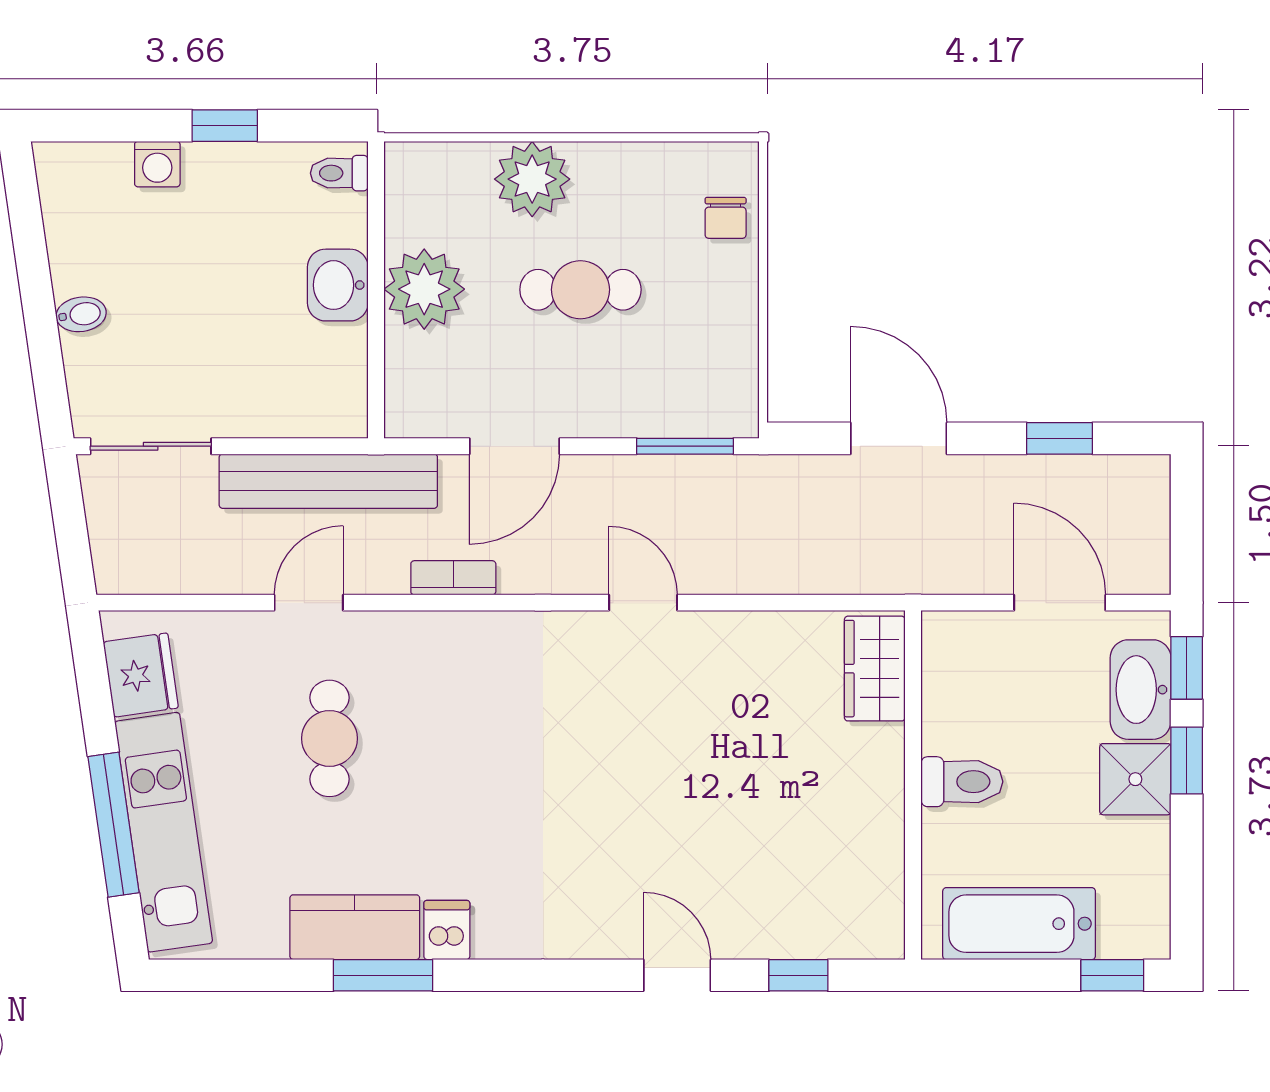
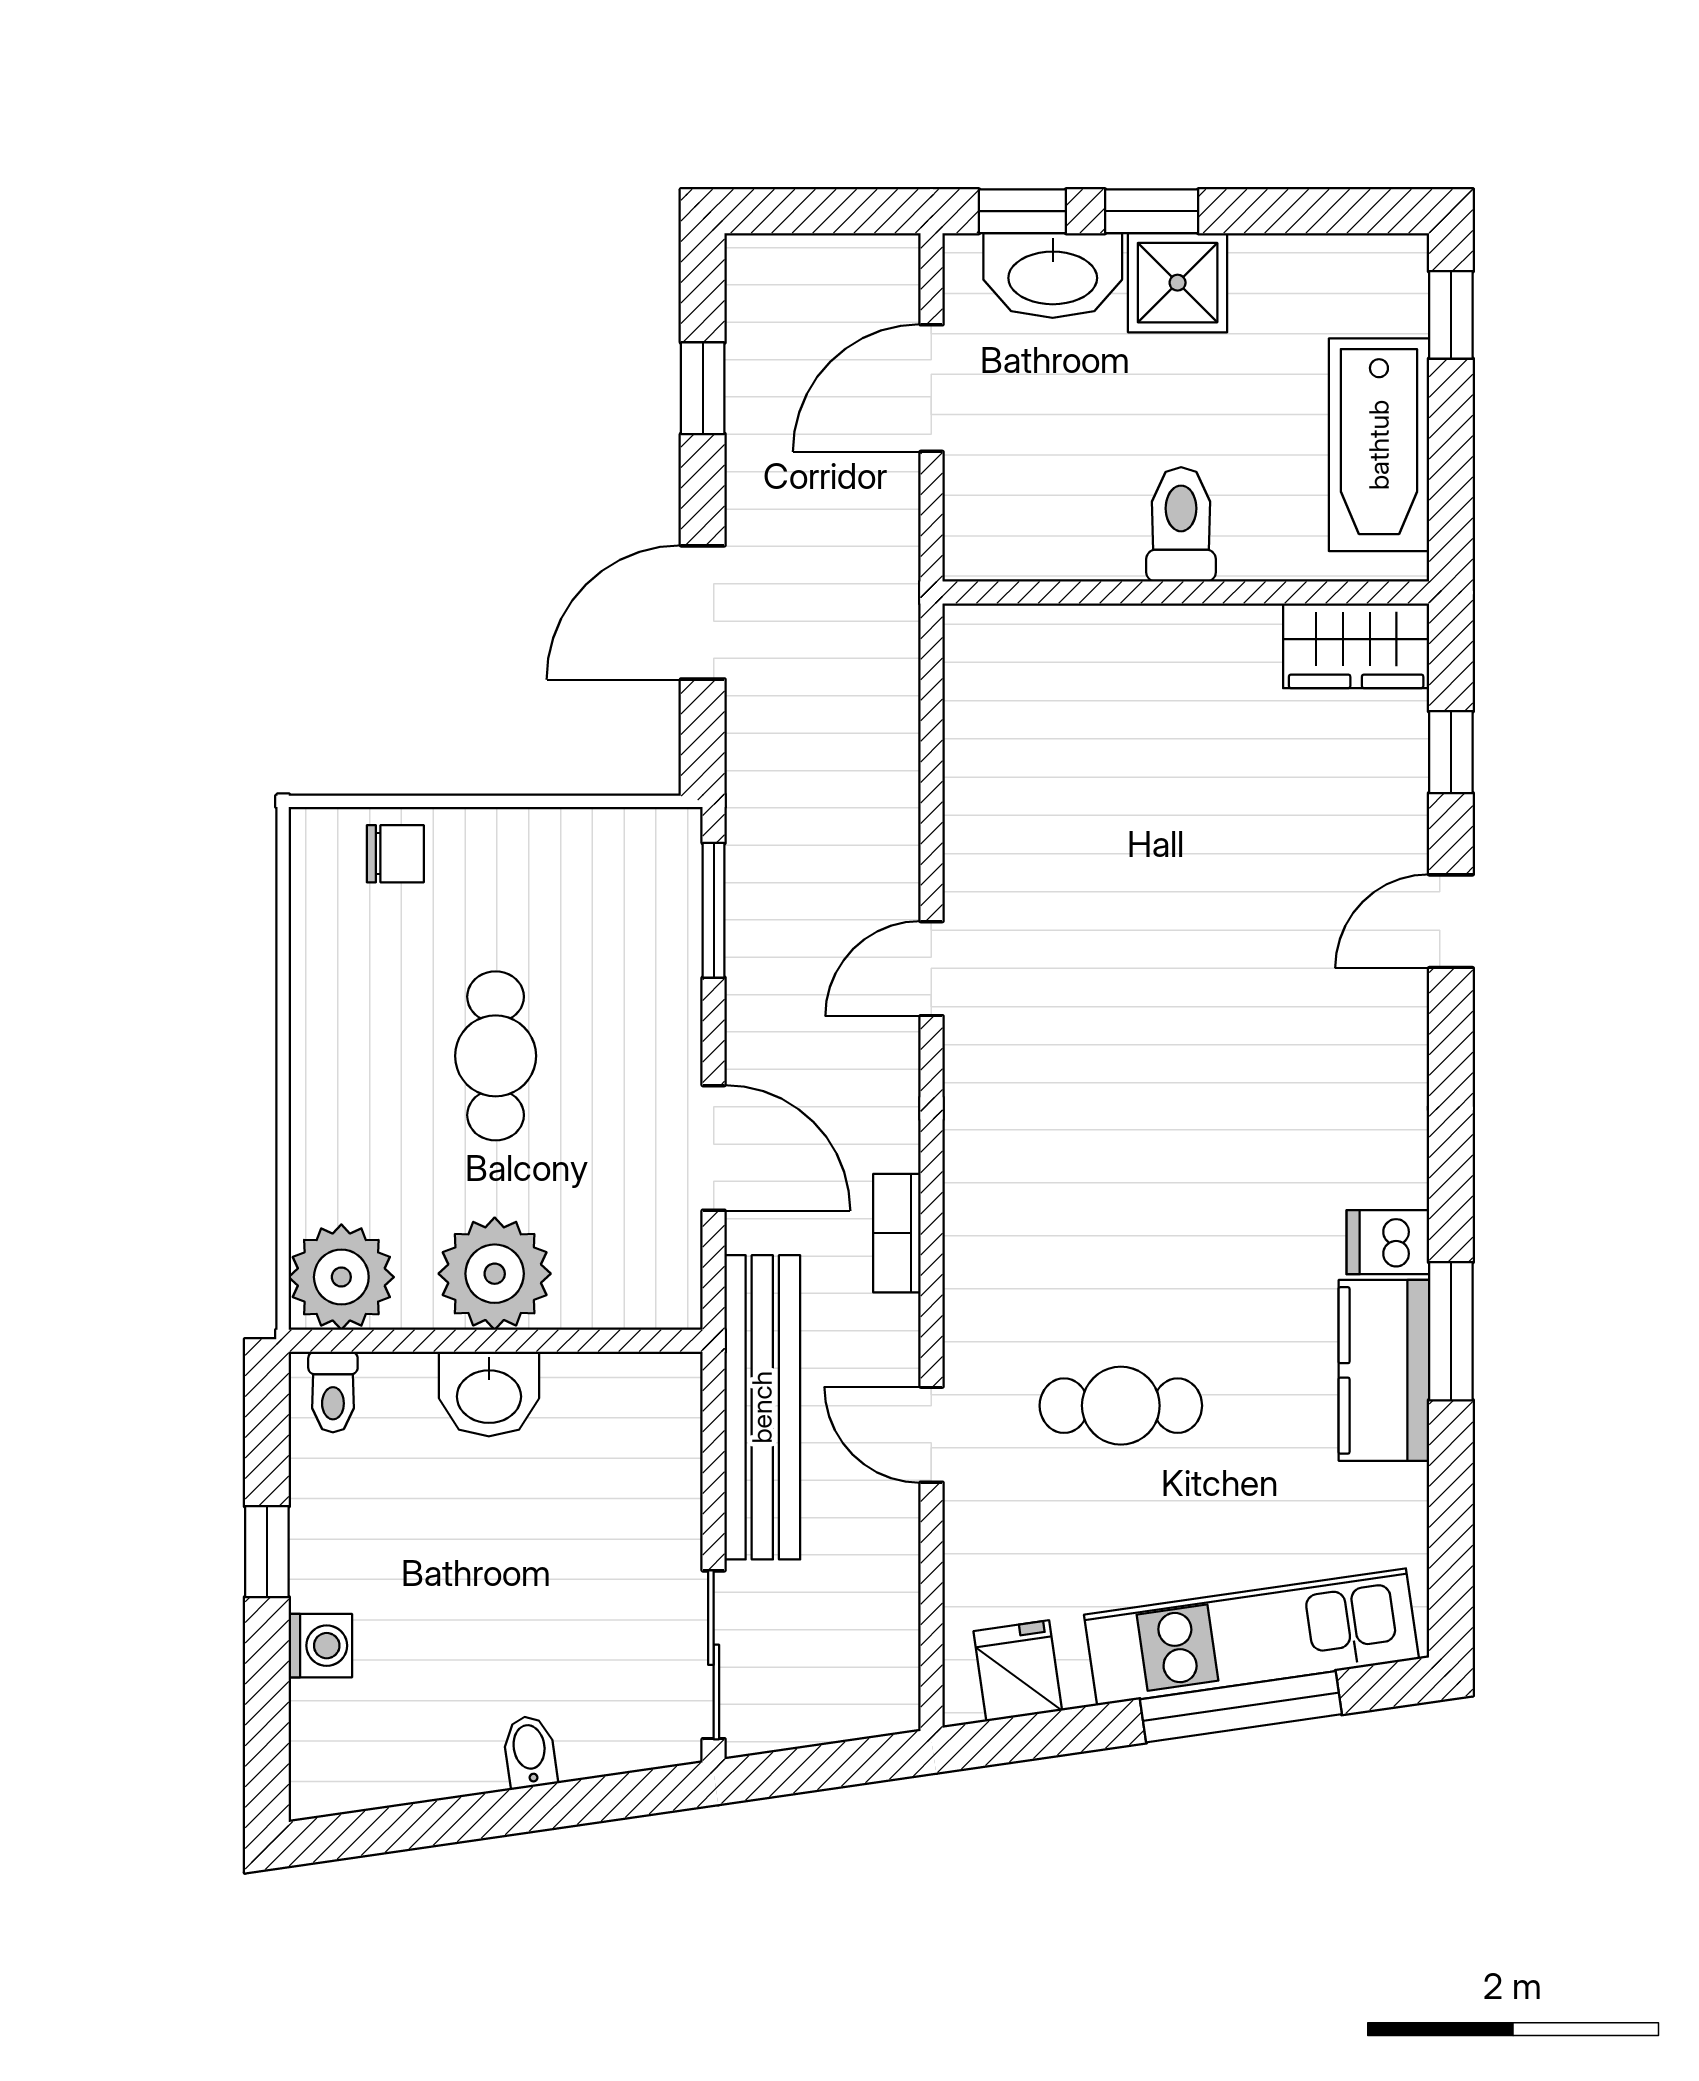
plant: (532, 179) -> (341, 1277), moved
wardrobe: (875, 669) -> (1356, 646), moved
fridge: (141, 675) -> (1018, 1671), width x0.72

